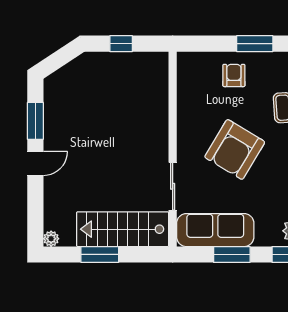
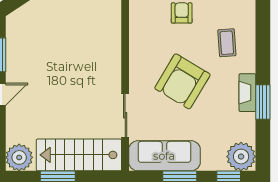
plant: (51, 239) -> (19, 157), width x1.88, depth x1.88

